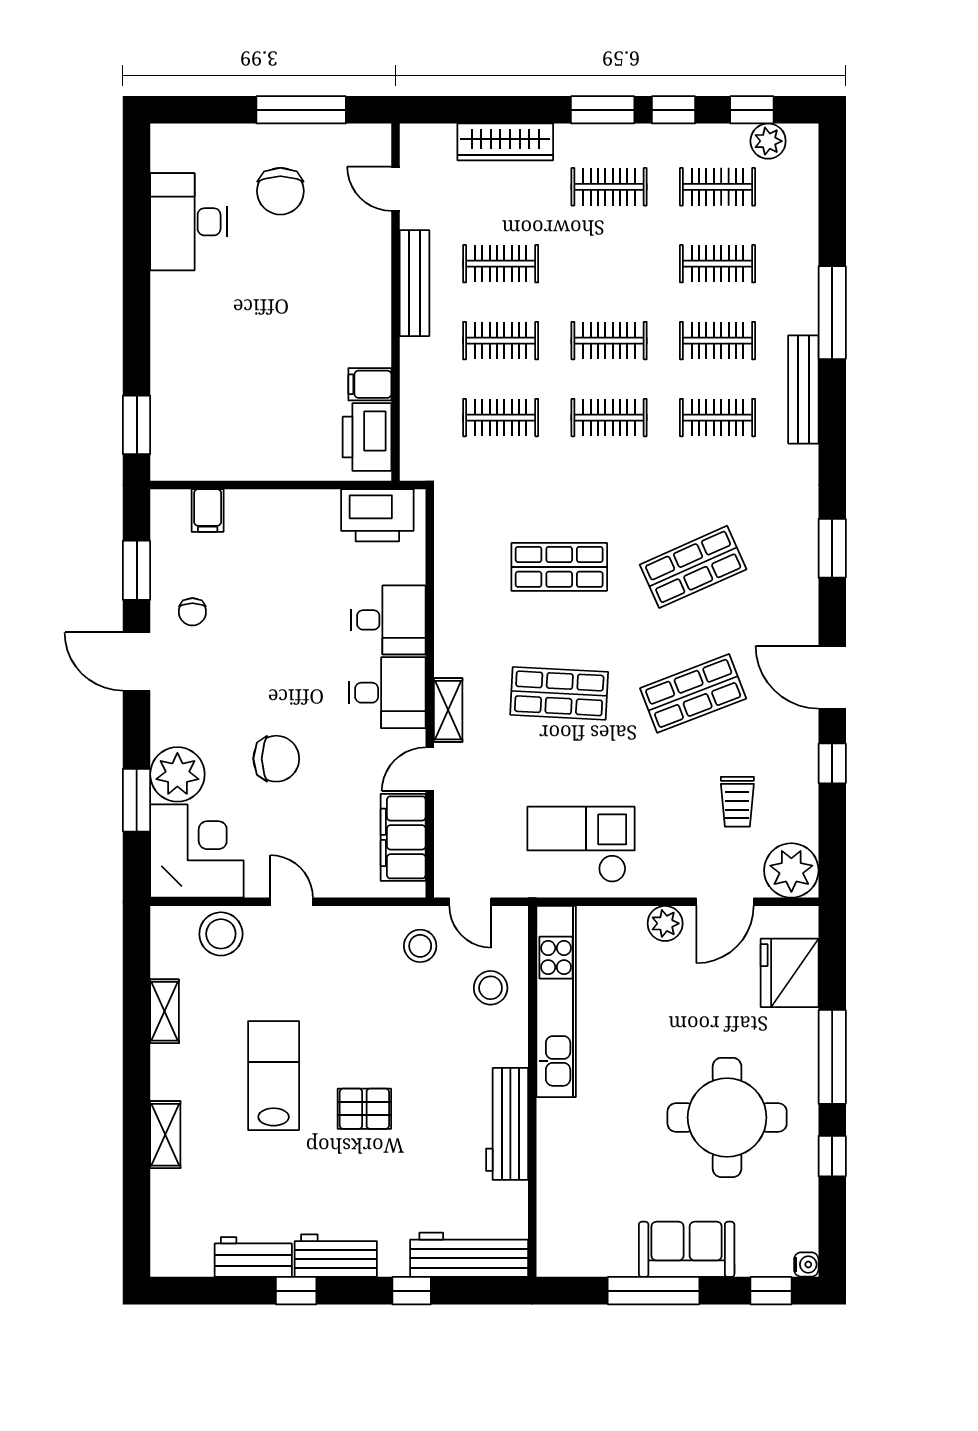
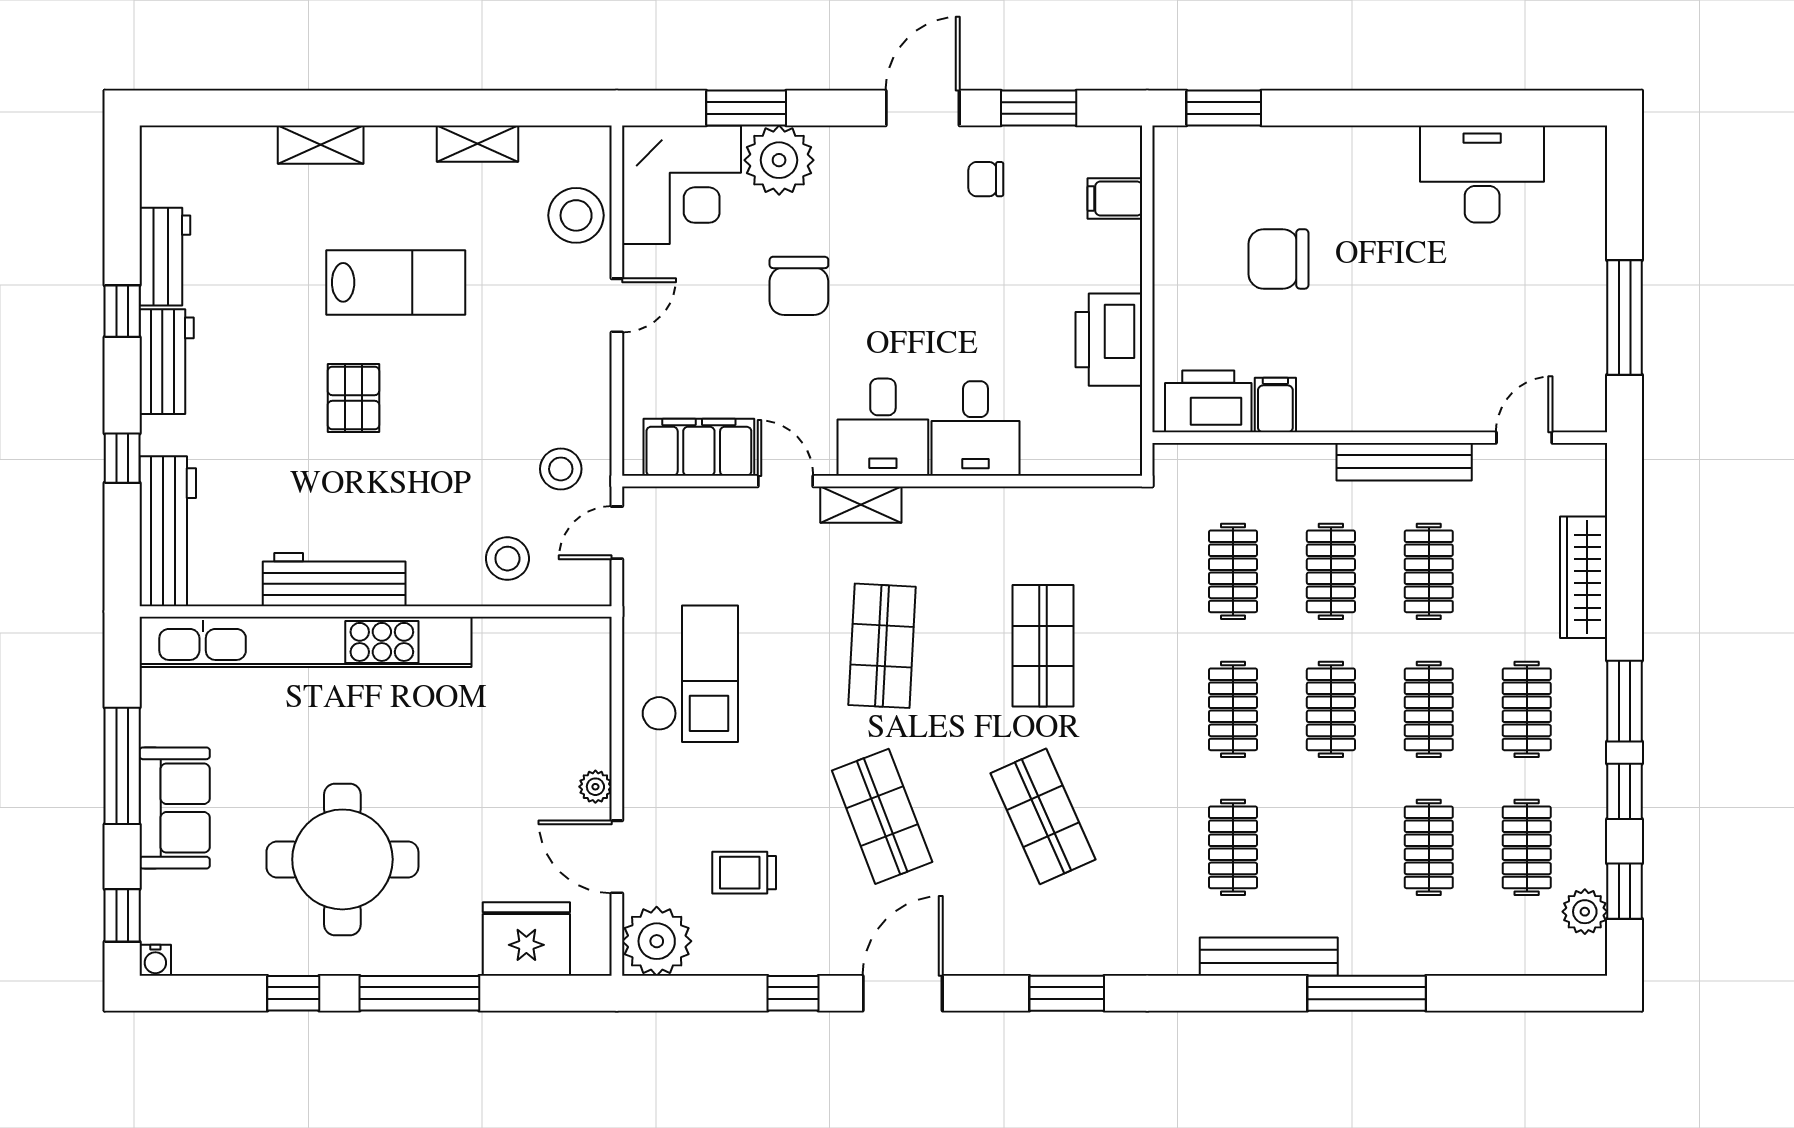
chair: (280, 191) -> (1279, 259), moved
clothes rail: (718, 341) -> (1429, 709), moved
printer: (377, 515) -> (1109, 340), moved
plant: (665, 923) -> (595, 787), width x0.73, depth x0.73
kitchen unit: (556, 1002) -> (305, 642), moved, width x1.36

